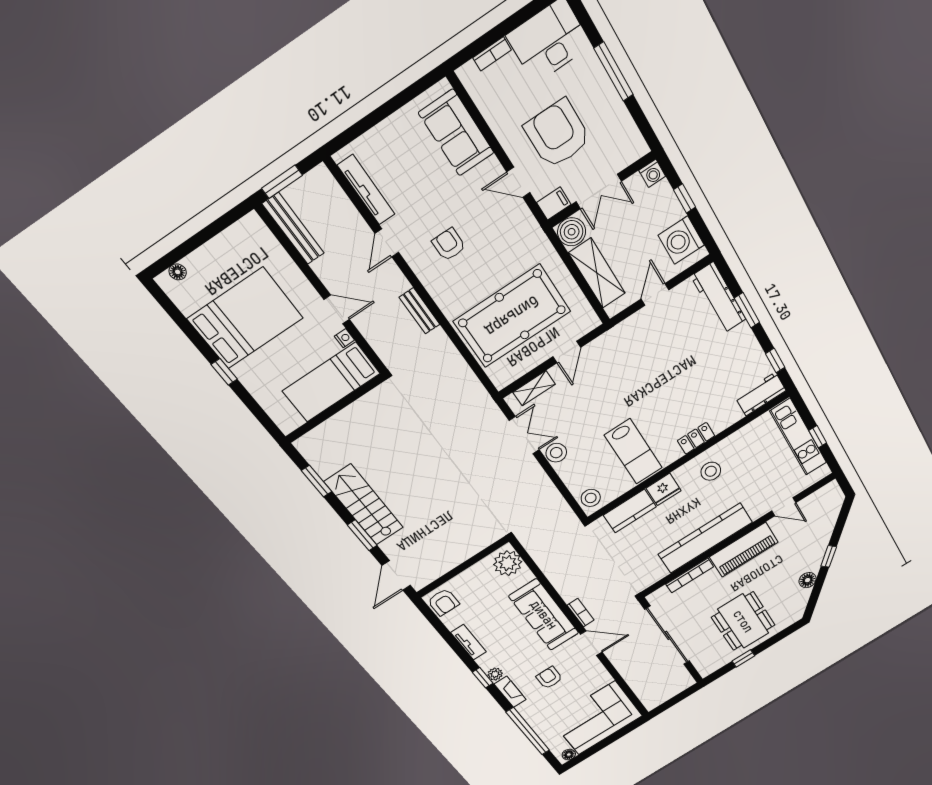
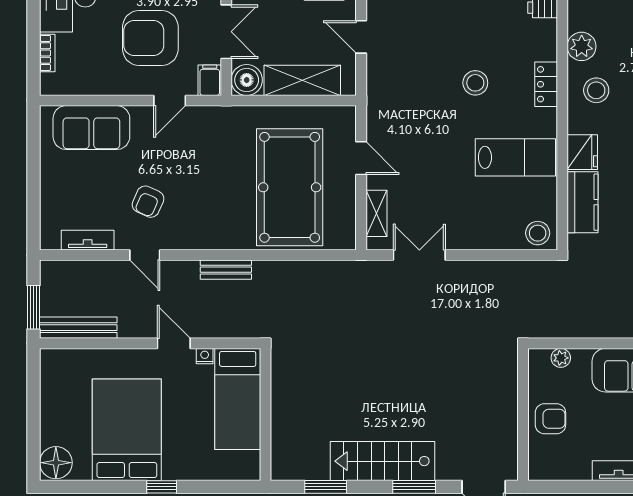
tv unit: (366, 190) -> (88, 240), width x0.71
armchair: (449, 244) -> (148, 202), moved, turned -66
floor lamp: (178, 272) -> (56, 463), width x1.89, depth x1.89
door: (337, 309) -> (174, 343), hinge flipped
plant: (735, 443) -> (582, 46), added
stool: (556, 453) -> (475, 83), moved
plant: (508, 563) -> (561, 358), width x0.53, depth x0.53
armchair: (443, 602) -> (550, 419), moved

